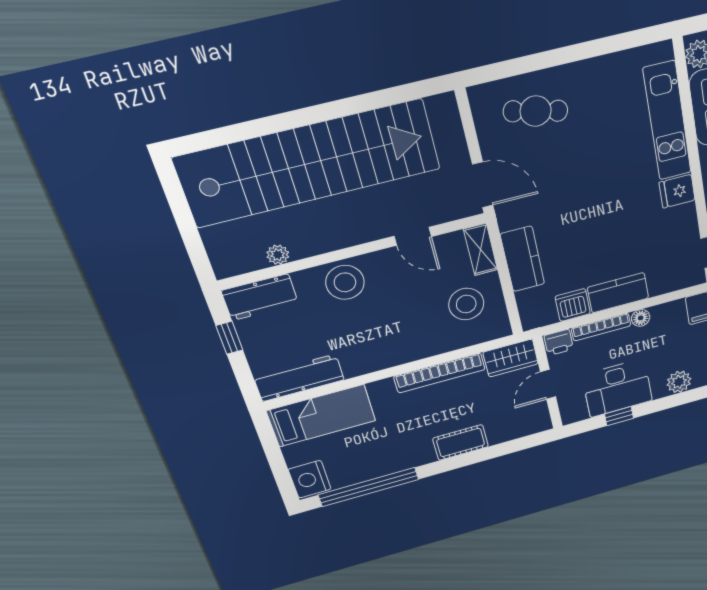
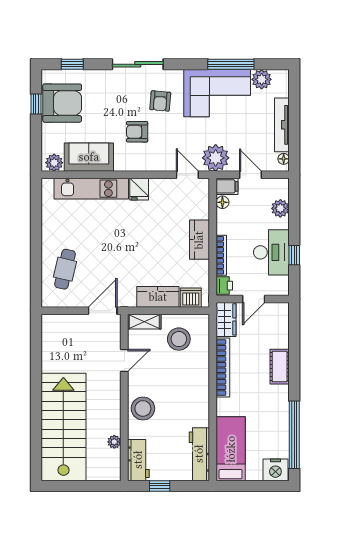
stairs: (309, 163) -> (63, 427), width x0.73
dishwasher: (573, 305) -> (191, 298), moved, turned 90
floor lamp: (641, 318) -> (222, 202), moved
door: (548, 384) -> (254, 299), hinge flipped

